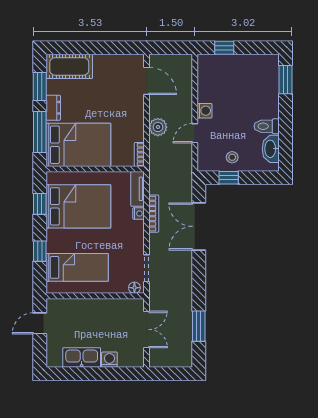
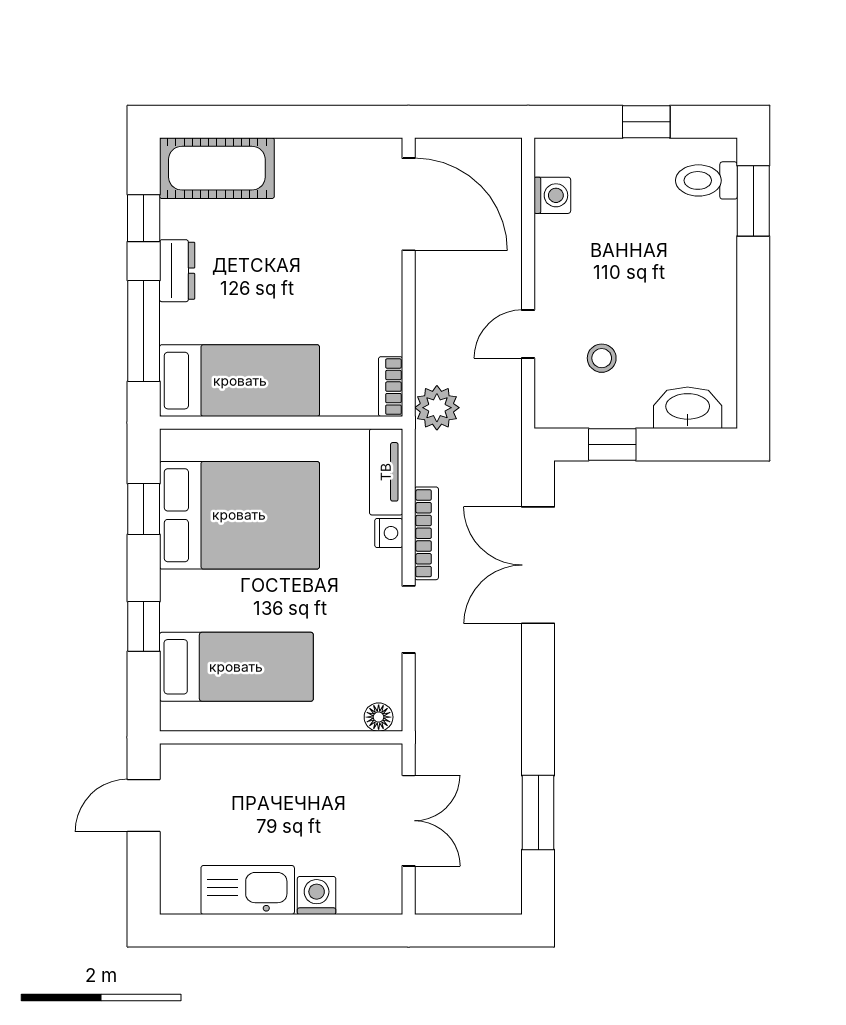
window: (224, 48) -> (646, 122), moved
door: (147, 81) -> (409, 204), width x1.36
window: (40, 87) -> (144, 218), width x0.67
washing machine: (204, 111) -> (552, 195), moved
toilet: (267, 126) -> (706, 180), moved
plant: (158, 127) -> (437, 408), moved
bed: (78, 145) -> (240, 381), width x0.67
washbasin: (271, 149) -> (688, 408), moved, turned 90
stool: (232, 157) -> (602, 358), moved
doorway: (147, 268) -> (409, 619), moved

